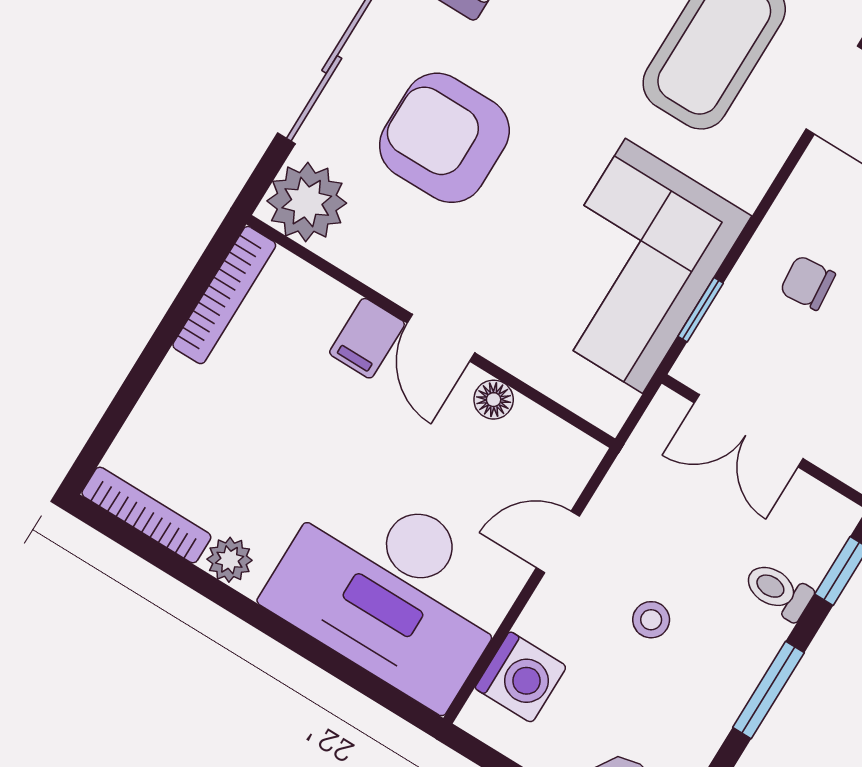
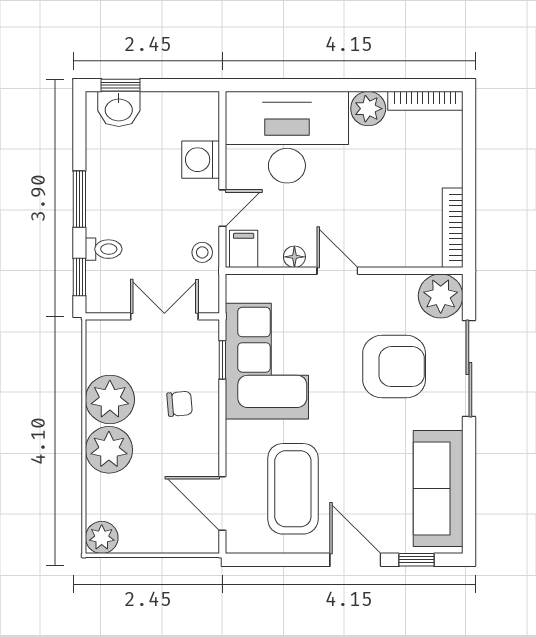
filing cabinet: (367, 338) -> (244, 249), moved
plant: (230, 560) -> (368, 109), width x1.38, depth x1.38
stool: (651, 620) -> (202, 252), moved
washing machine: (521, 677) -> (201, 160), moved

